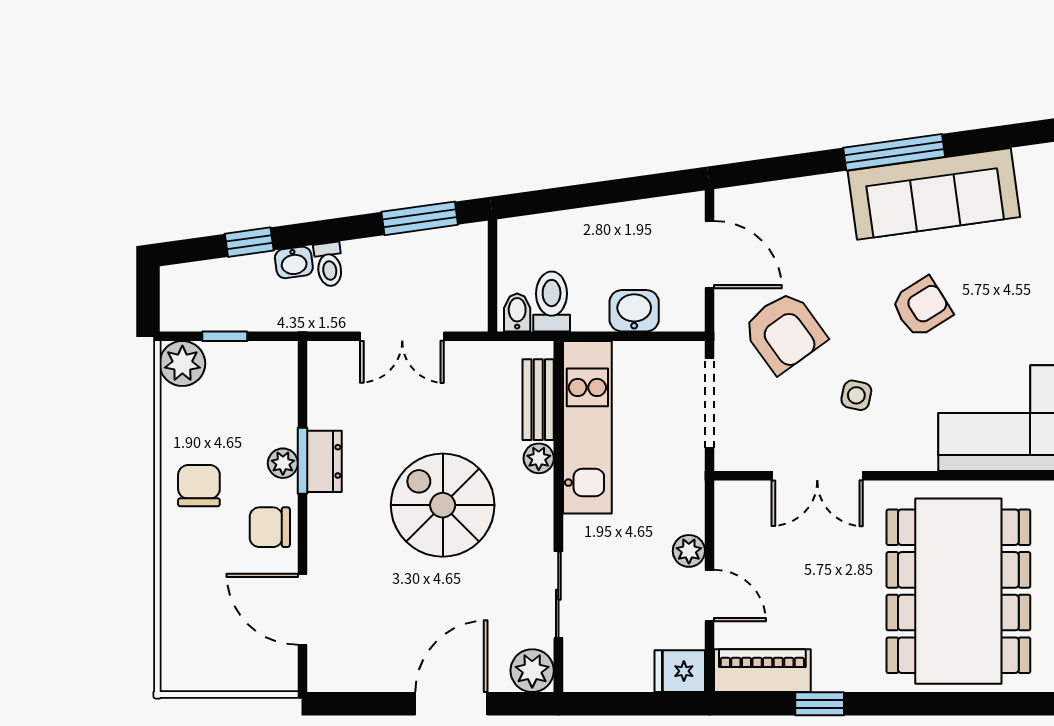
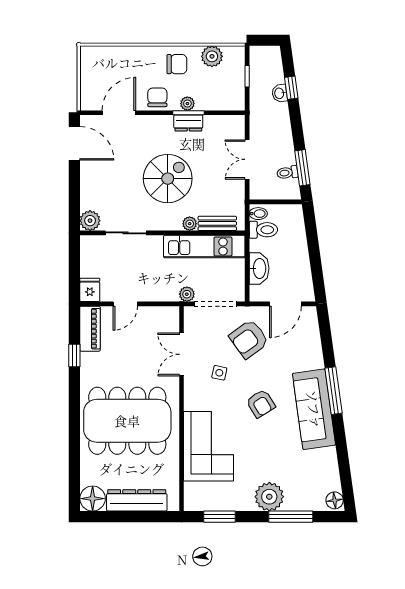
washbasin: (294, 262) -> (280, 93), moved
toilet: (329, 265) -> (287, 173), moved
washbasin: (634, 311) -> (259, 268), width x1.38
plant: (182, 364) -> (212, 56), moved
plant: (689, 551) -> (187, 294), moved
door: (451, 704) -> (74, 143), moved

